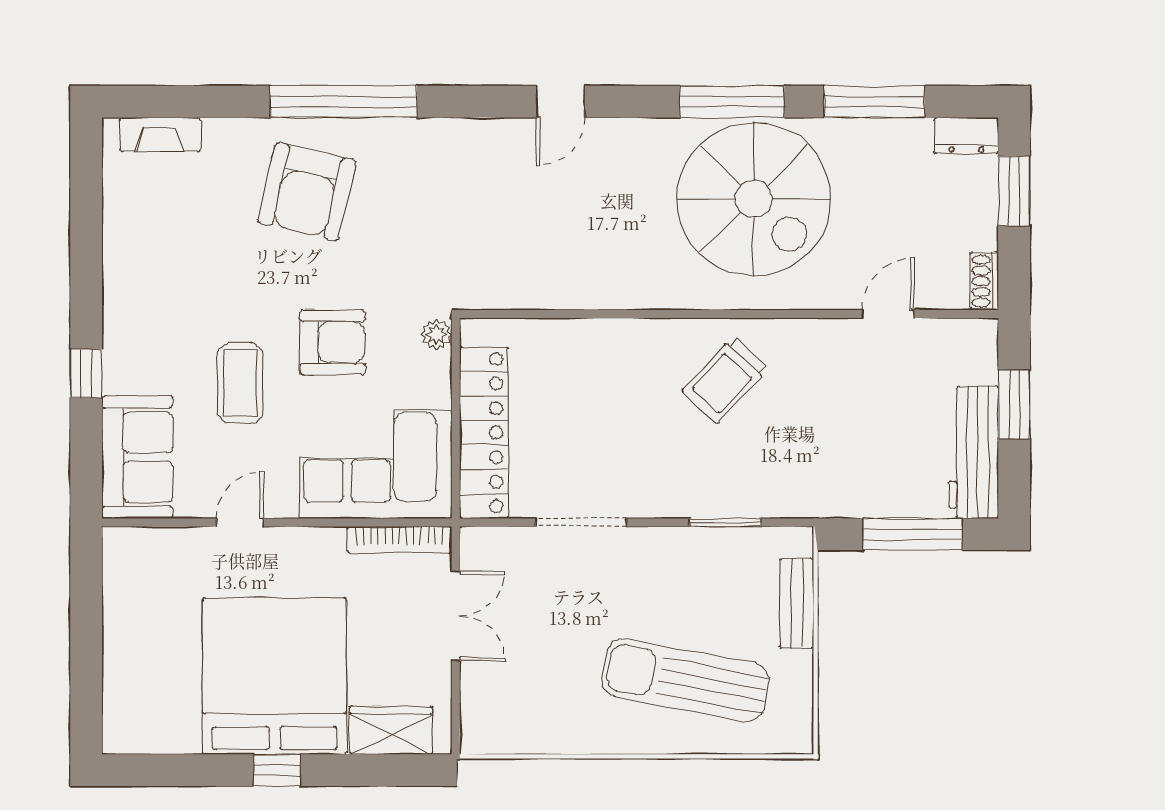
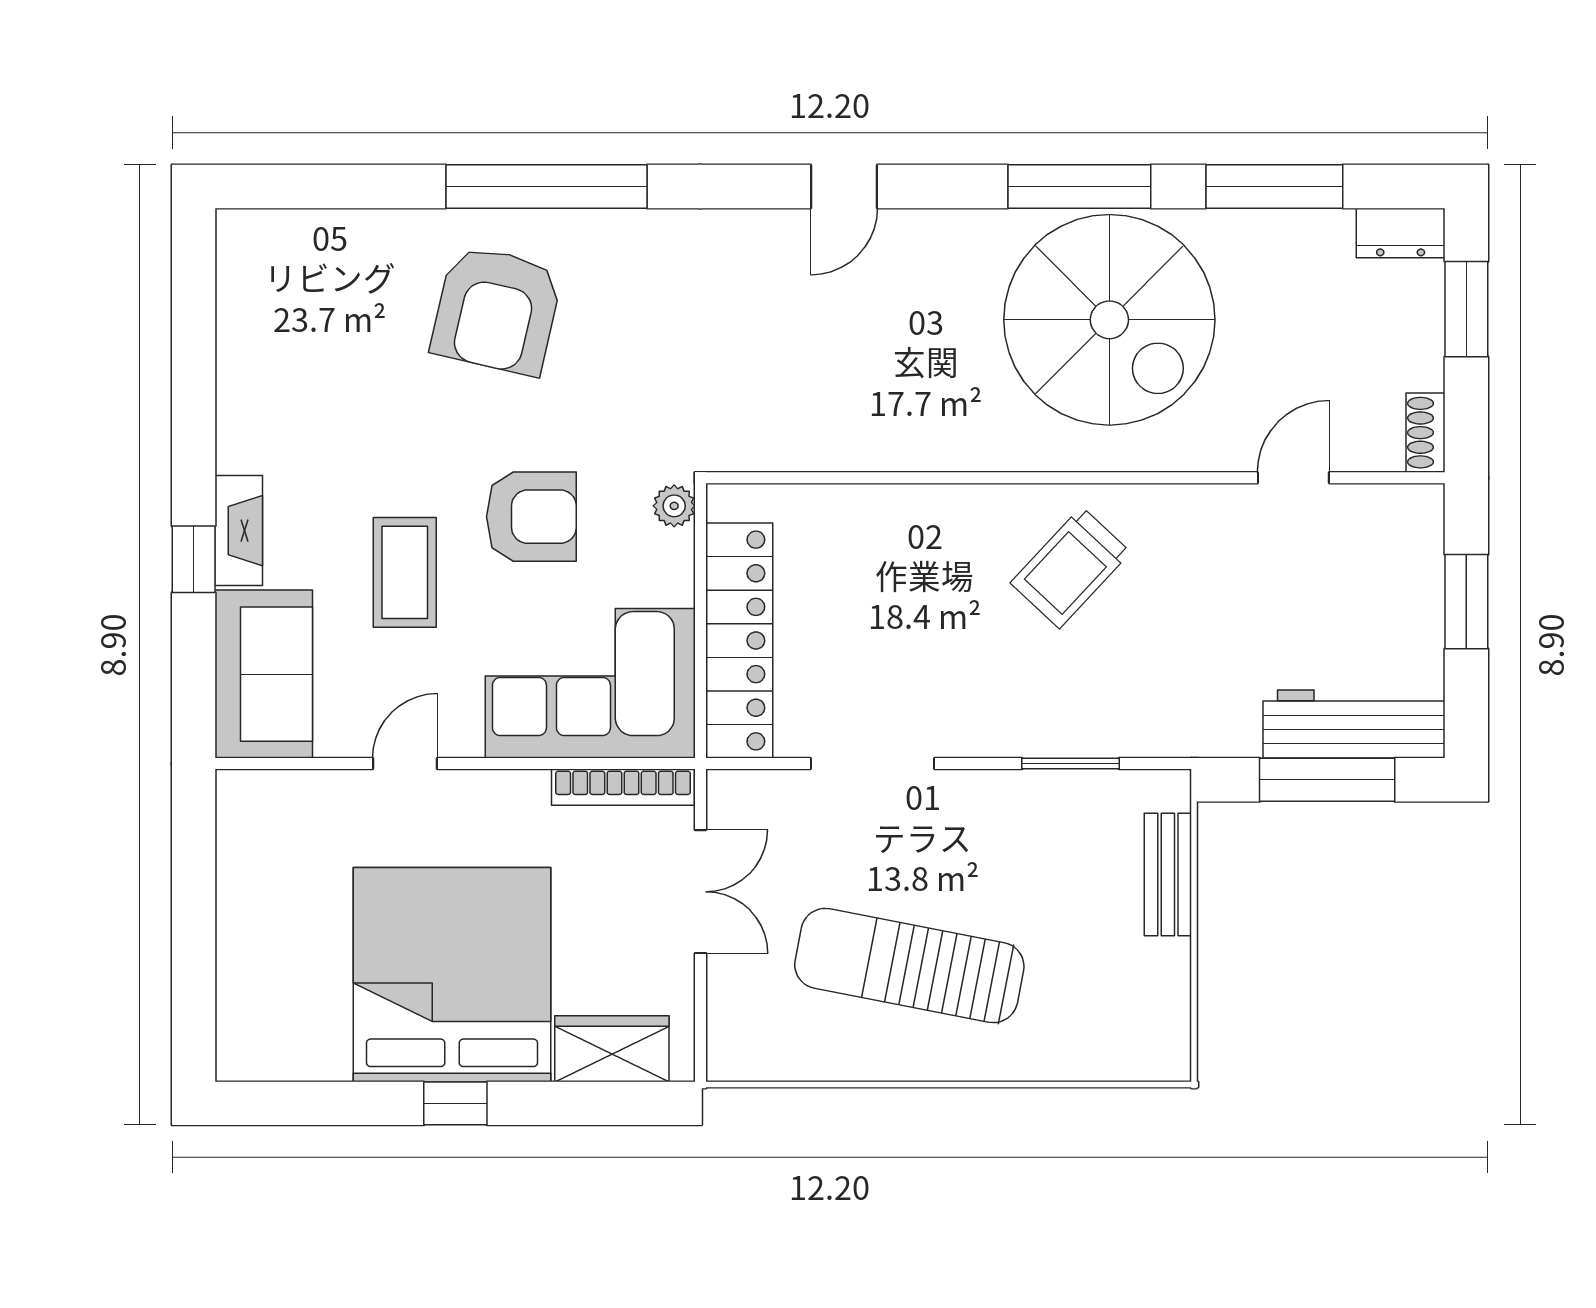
fireplace: (160, 135) -> (239, 531), moved, turned -90
workbench: (974, 452) -> (1354, 724), moved, turned 90
sun lounger: (685, 680) -> (909, 966), moved

